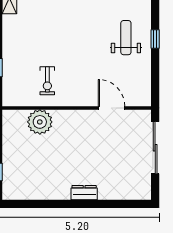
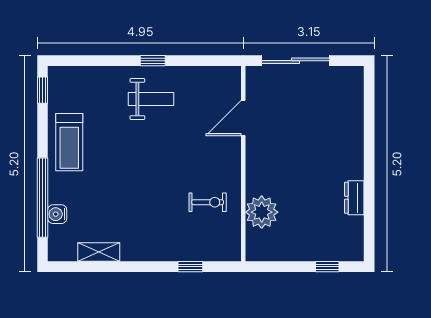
weight bench: (126, 38) -> (151, 99), turned 180
dresser: (84, 193) -> (354, 198), moved

